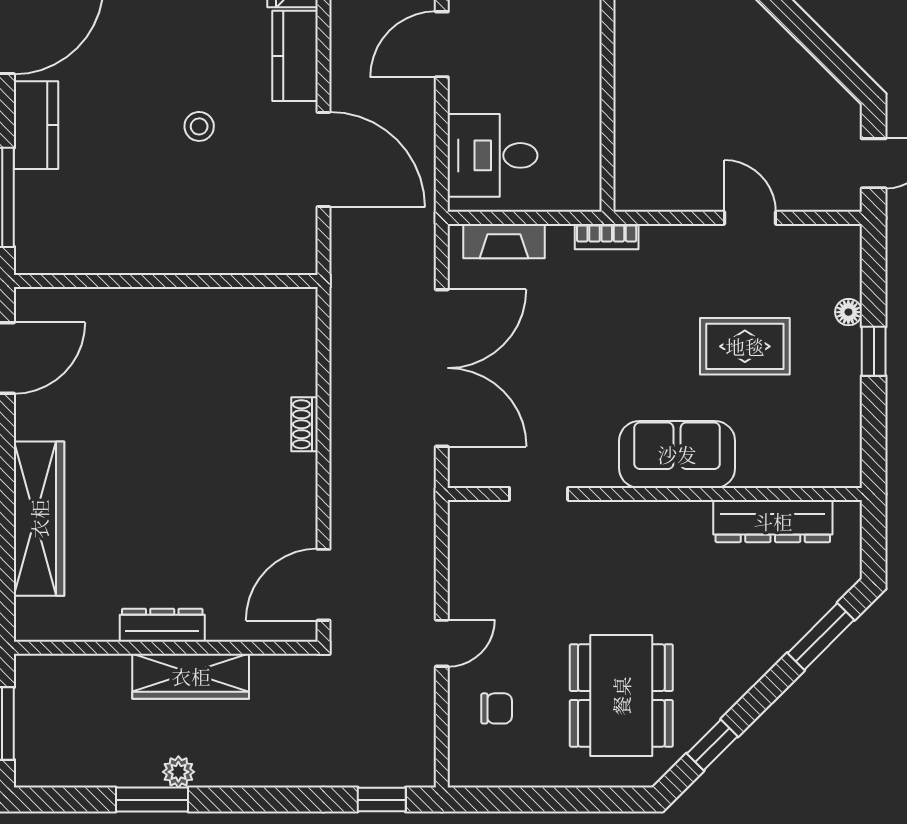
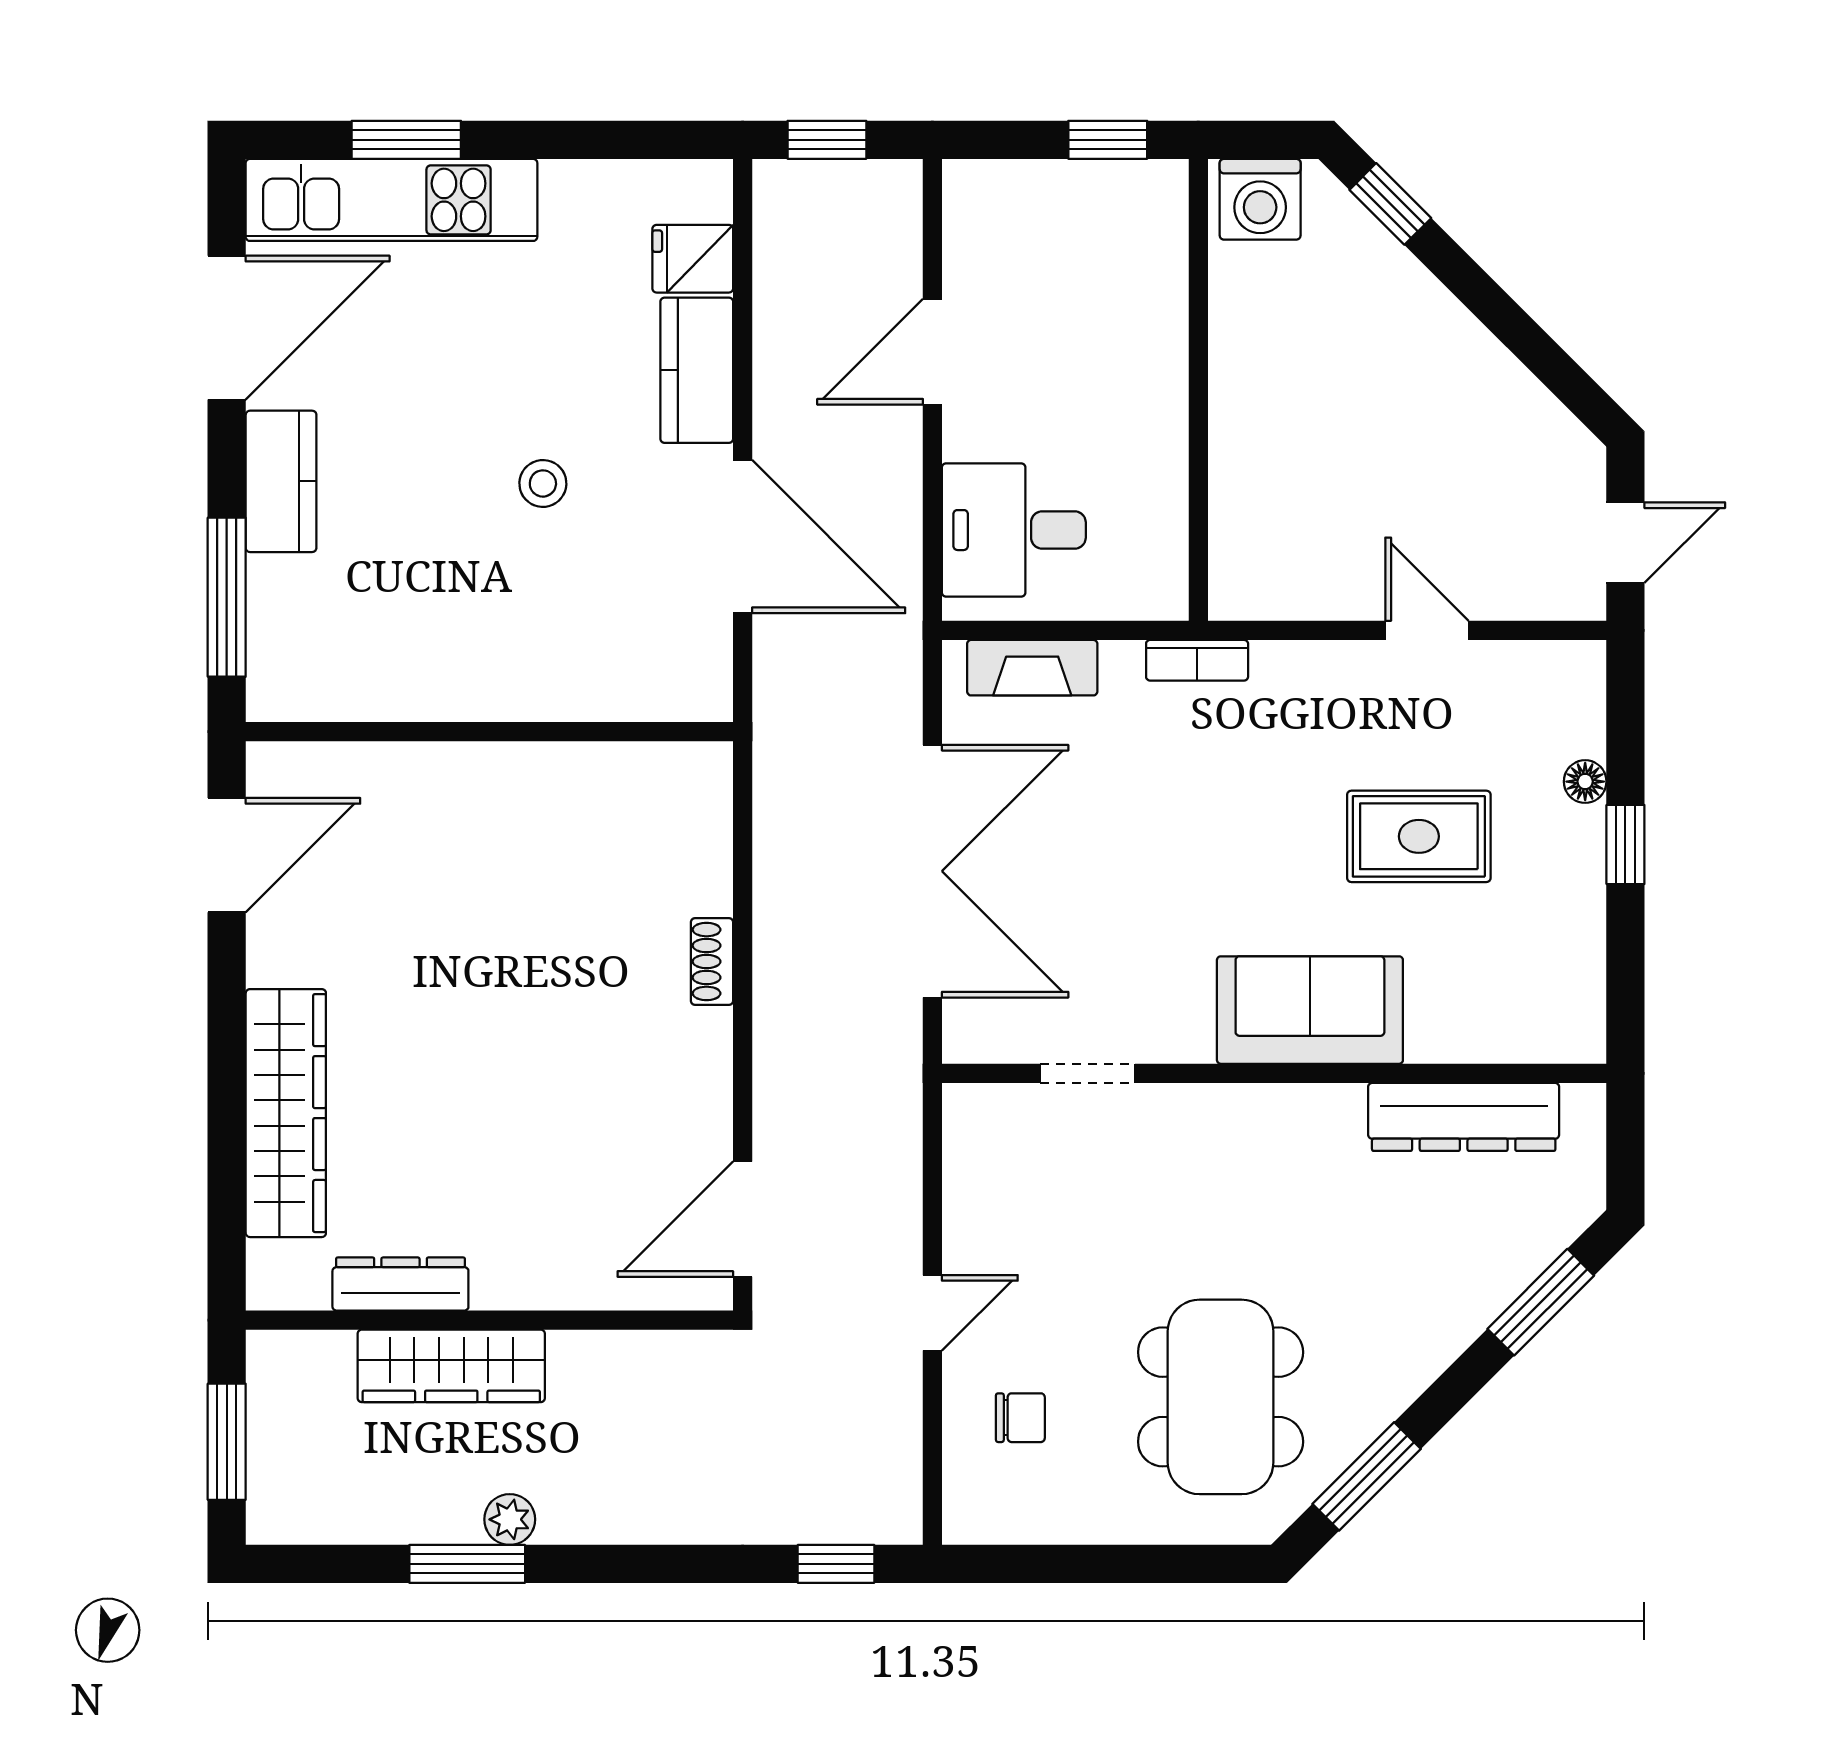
dresser: (162, 625) -> (400, 1284), moved
wardrobe: (191, 676) -> (451, 1366), moved
window: (712, 745) -> (1367, 1476), width x1.50

